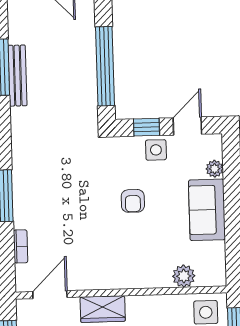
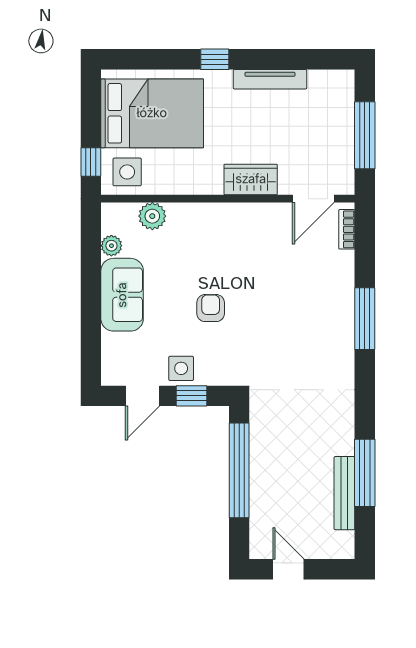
bench: (17, 76) -> (344, 493), moved
plant: (215, 169) -> (111, 246), moved
bookcase: (21, 246) -> (347, 229), moved

